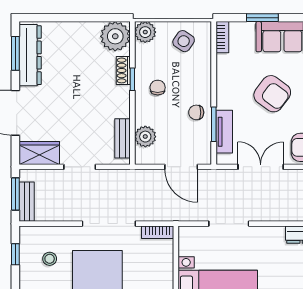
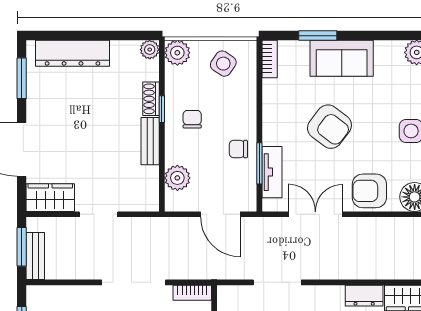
plant: (115, 36) -> (150, 50), width x0.53, depth x0.53
dresser: (30, 55) -> (72, 53), moved, turned 90
bench: (123, 138) -> (150, 141), moved

